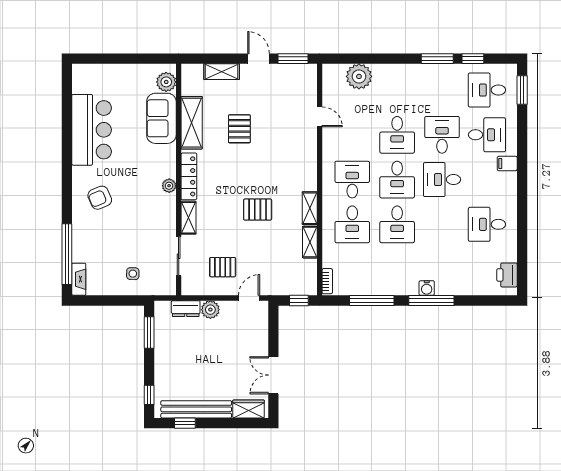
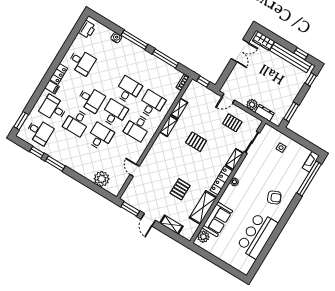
locker: (509, 188) -> (59, 74), added
water cooler: (427, 288) -> (116, 38), moved

